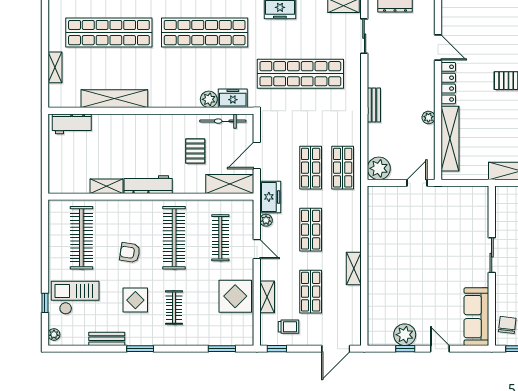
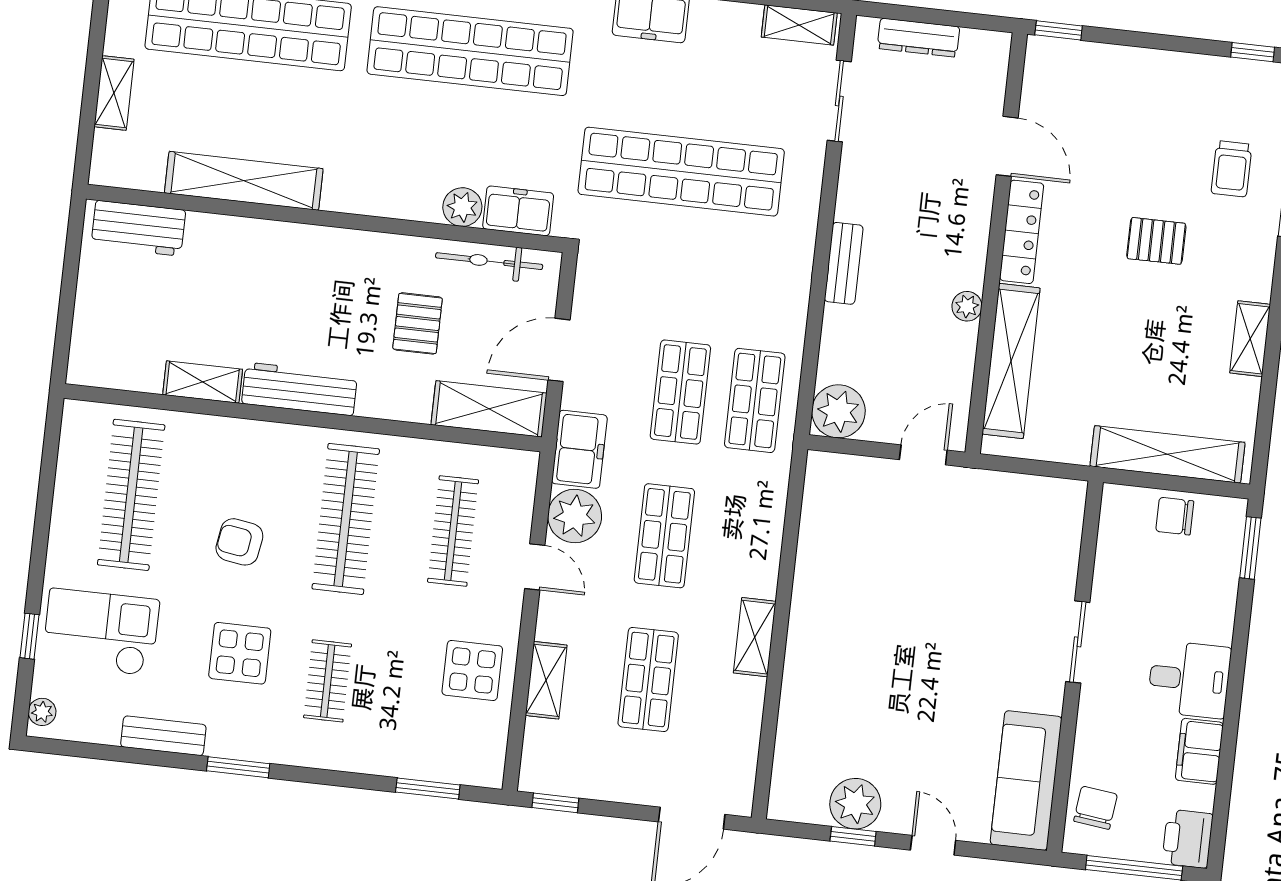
plant: (266, 220) -> (575, 516), width x1.88, depth x1.88
display table: (235, 296) -> (472, 670), width x0.73, depth x0.73
trolley: (288, 327) -> (588, 755), removed

